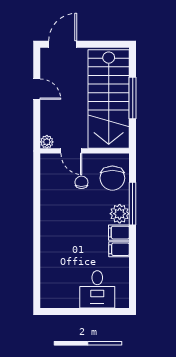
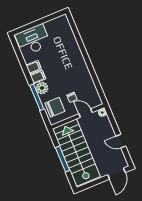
chair: (112, 178) -> (55, 107), turned 90
desk: (97, 289) -> (33, 40), width x1.37

